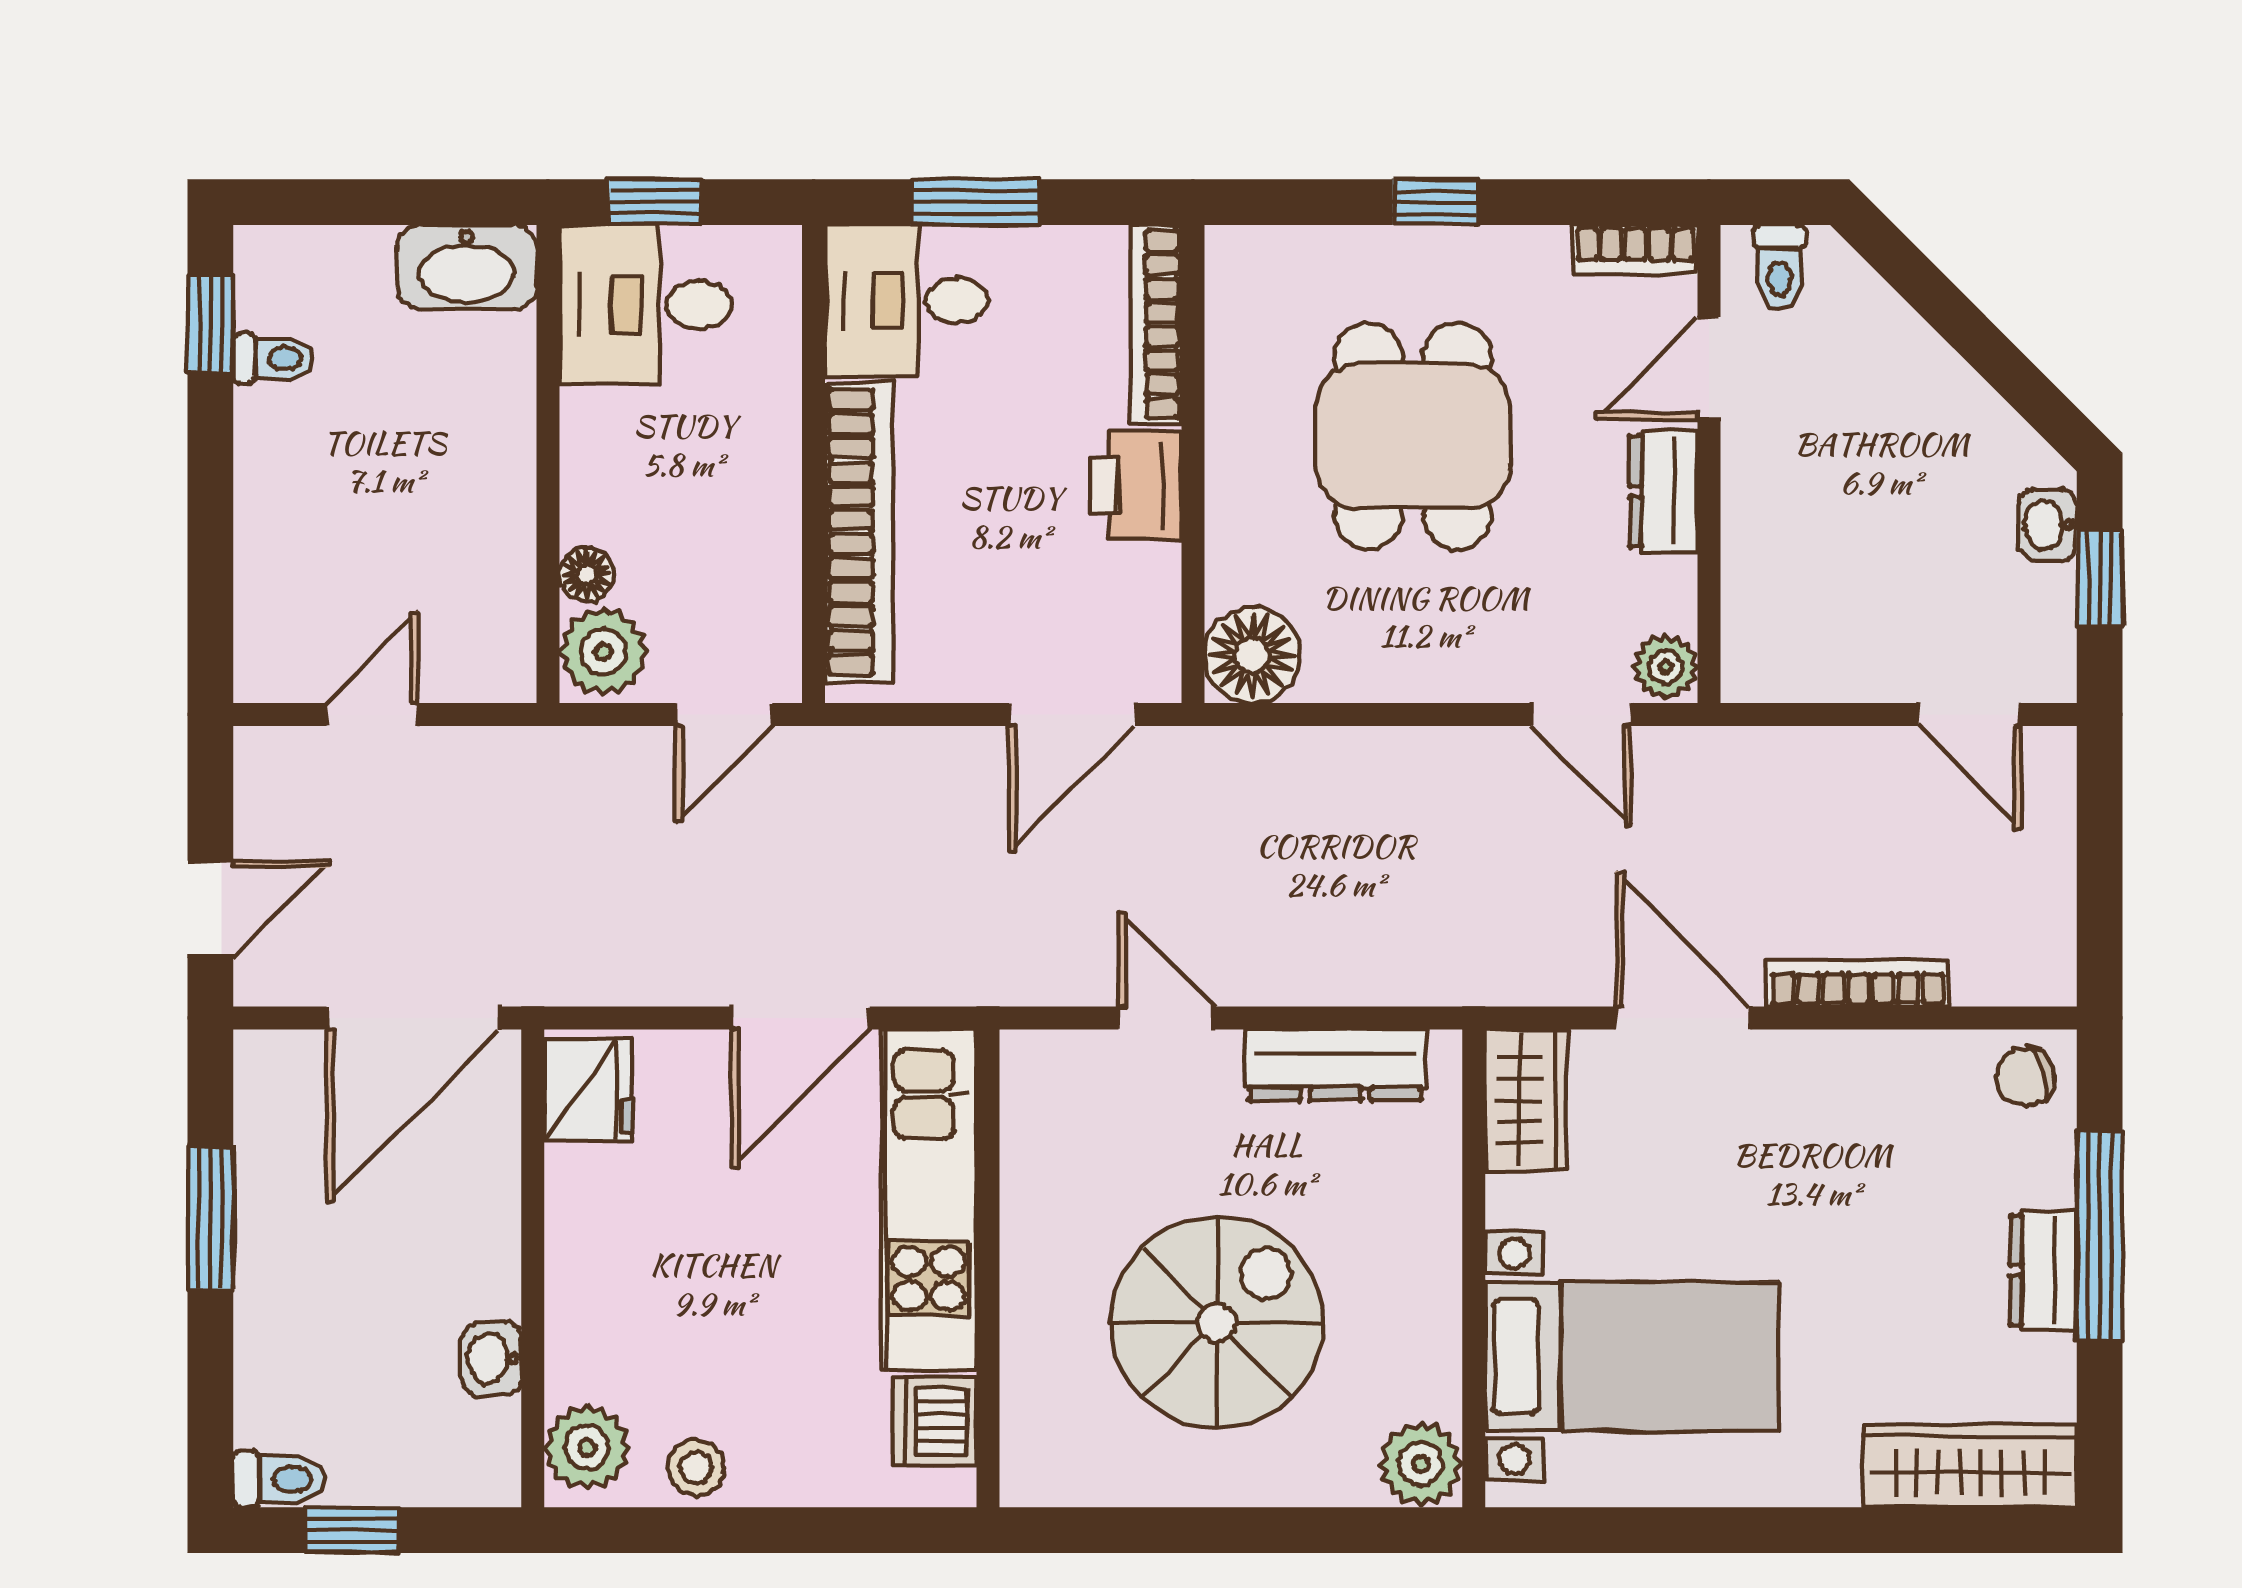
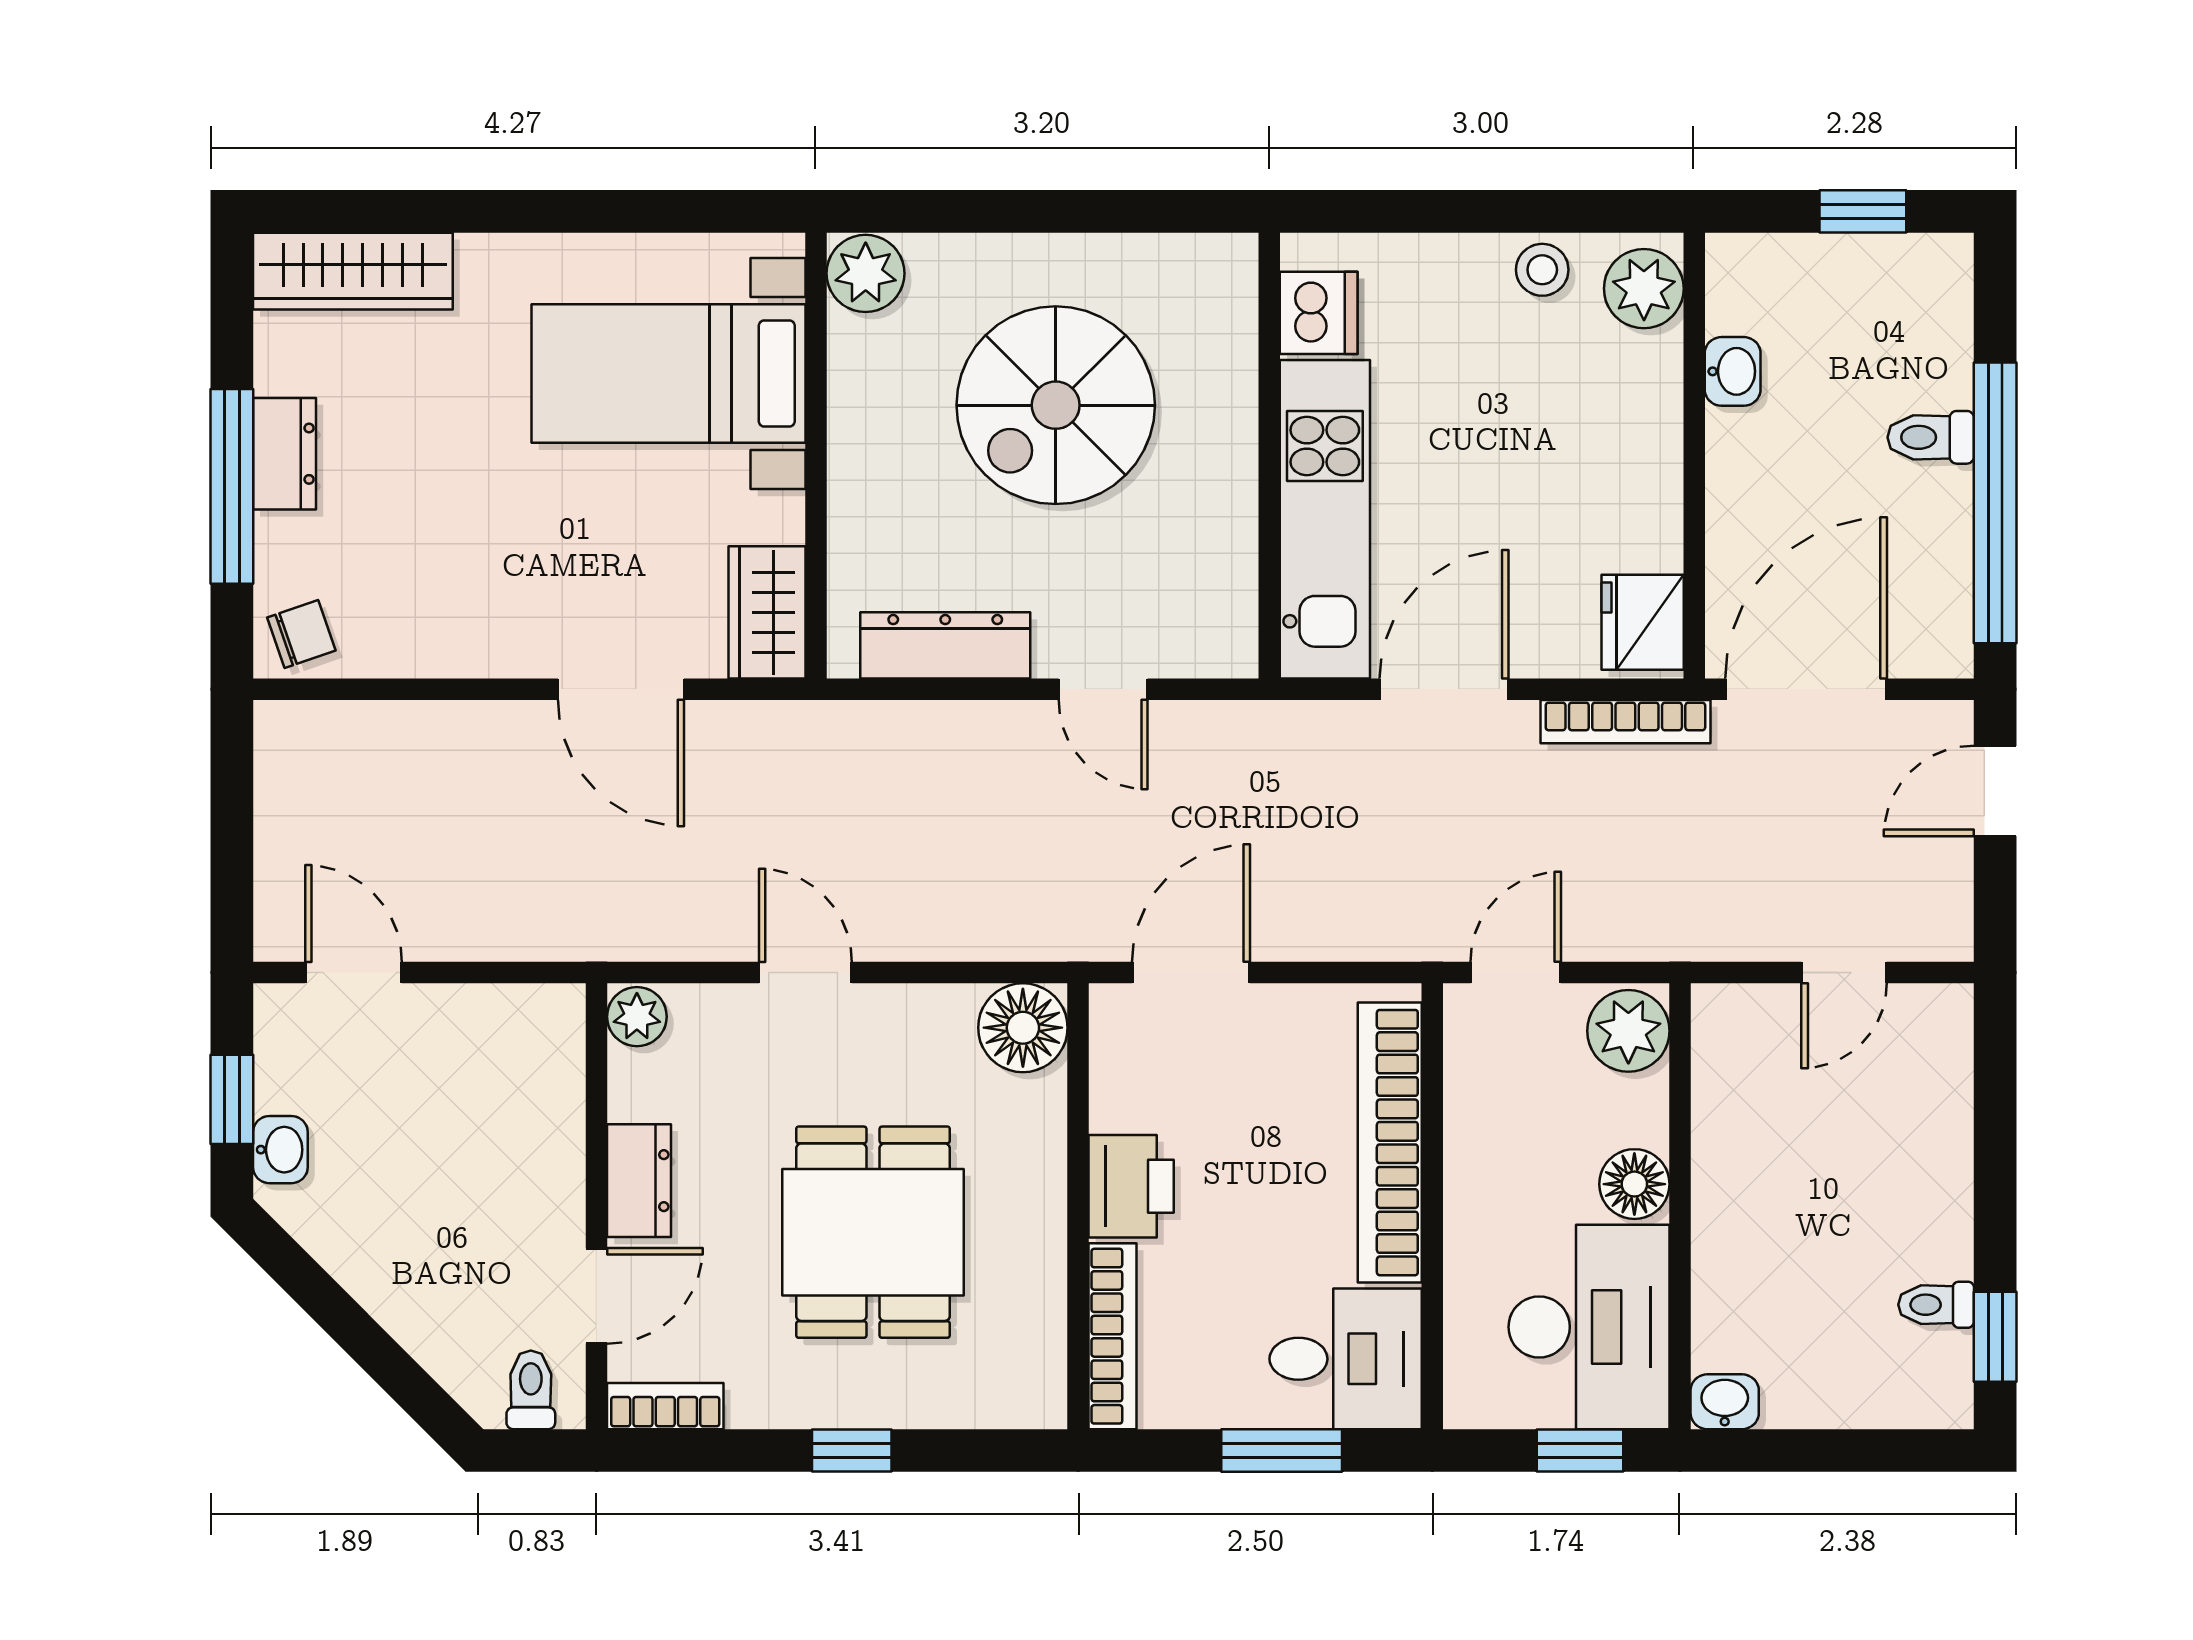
washbasin: (467, 268) -> (1725, 1402), width x0.52, depth x0.69
desk: (645, 305) -> (1589, 1327), width x1.37
floor lamp: (587, 574) -> (1634, 1184), moved, width x1.37, depth x1.37
door: (1581, 714) -> (805, 973), moved
bookcase: (1858, 983) -> (1625, 722), moved
window: (210, 1218) -> (1995, 503), width x2.11
toilet: (279, 1479) -> (1931, 437), moved

